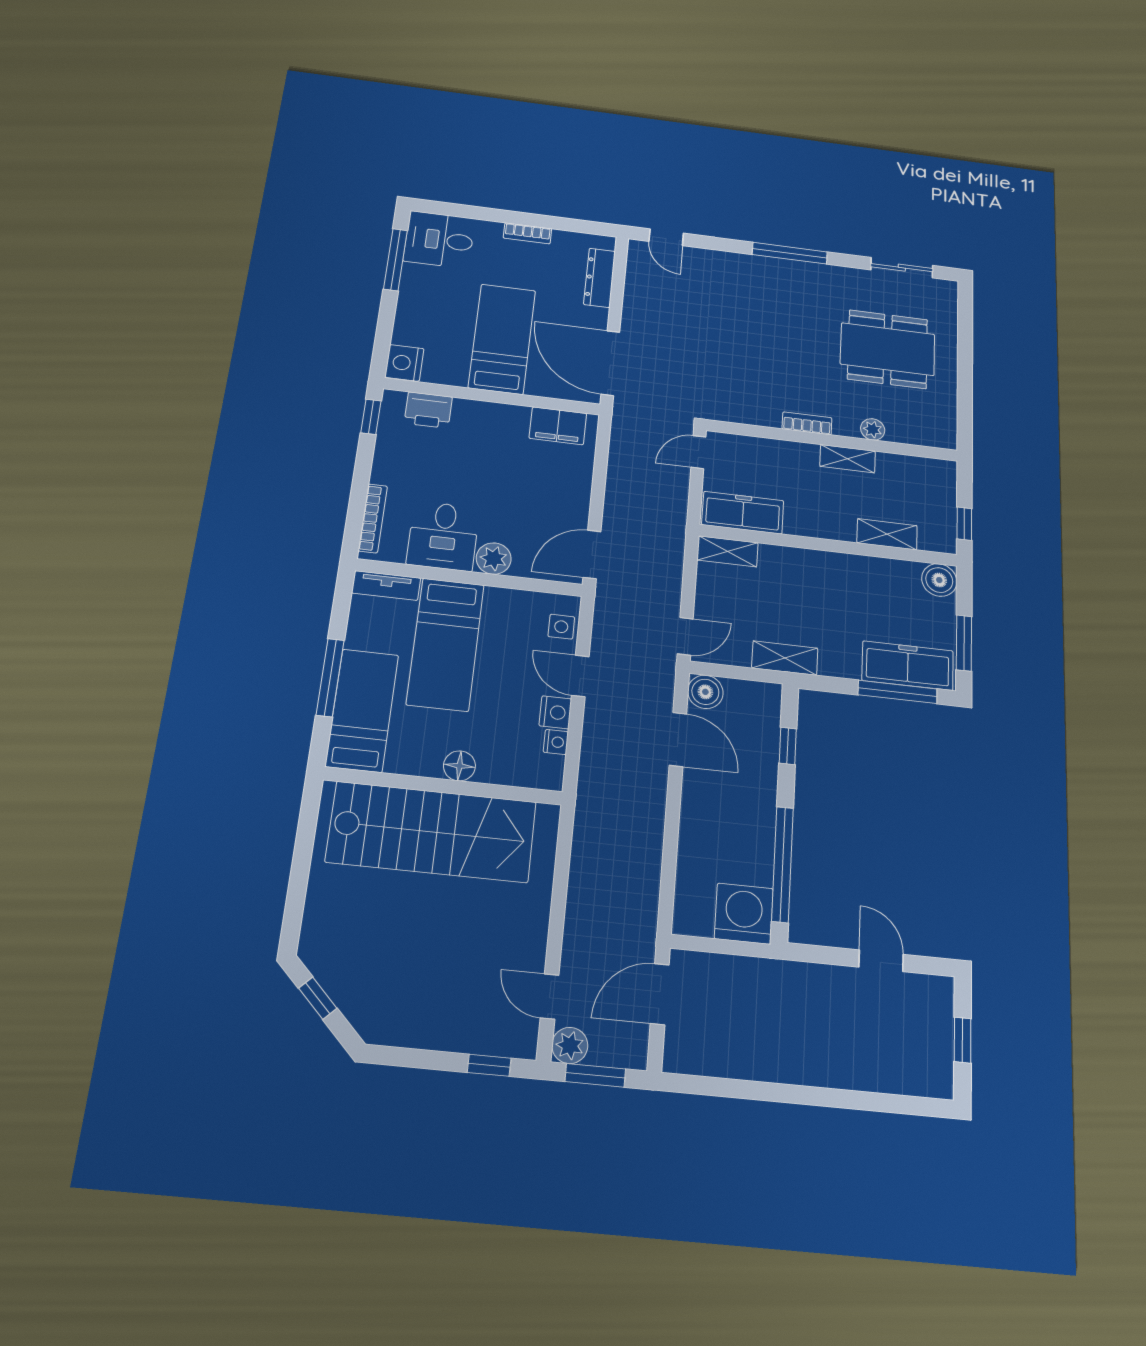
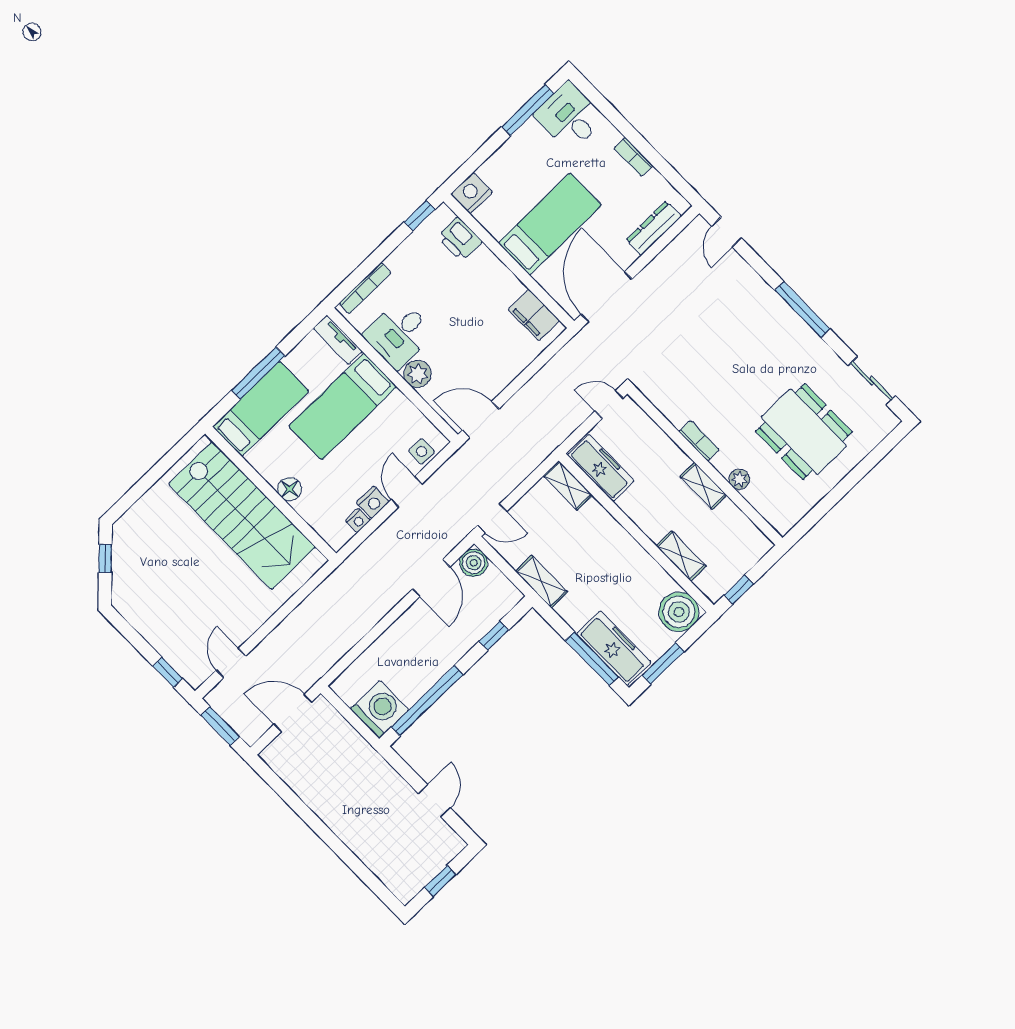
boiler: (939, 580) -> (679, 612), width x1.37, depth x1.37
plant: (570, 1045) -> (220, 699), removed

